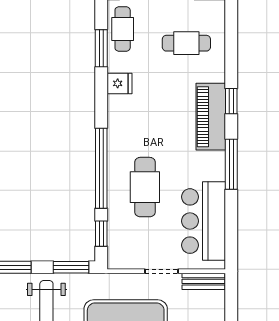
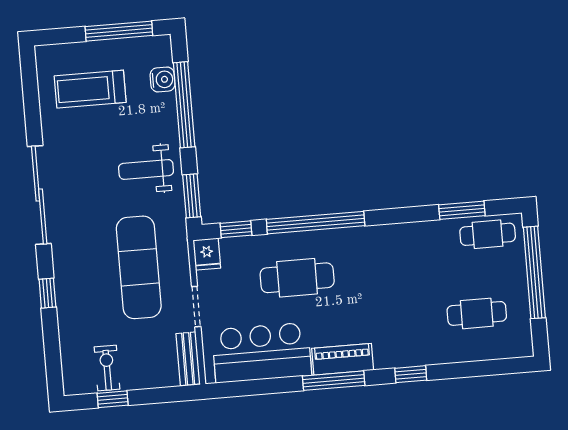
cafe table: (186, 43) -> (477, 313), turned 90
fridge: (120, 83) -> (207, 254), moved
piano: (211, 117) -> (343, 359), moved, width x0.73, depth x0.75

